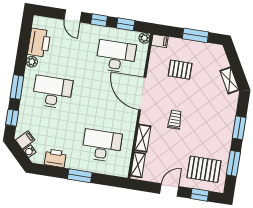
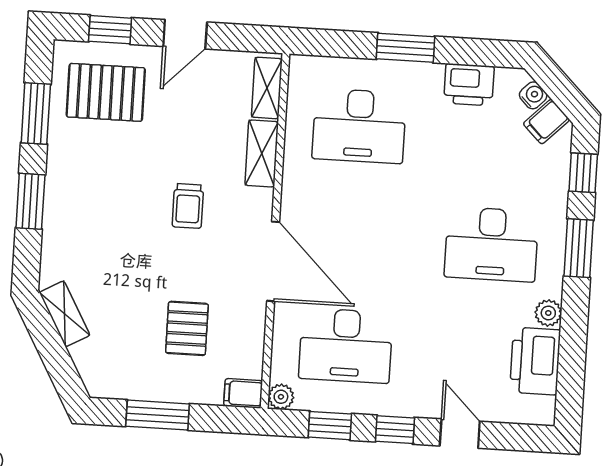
pallet: (180, 70) -> (187, 328), turned 90

